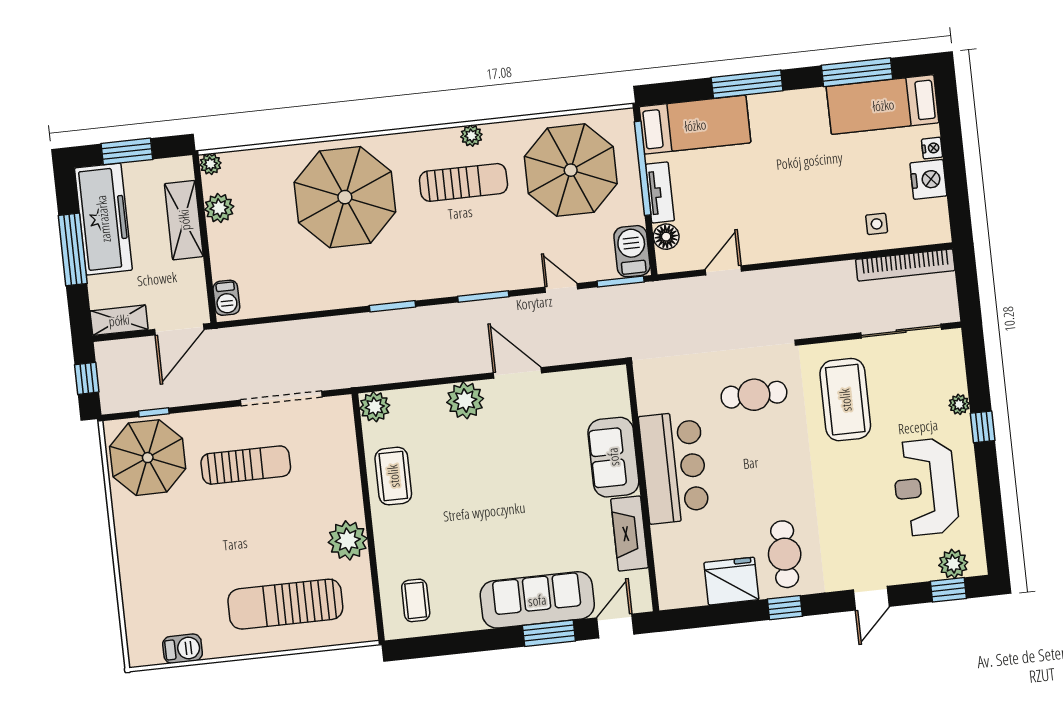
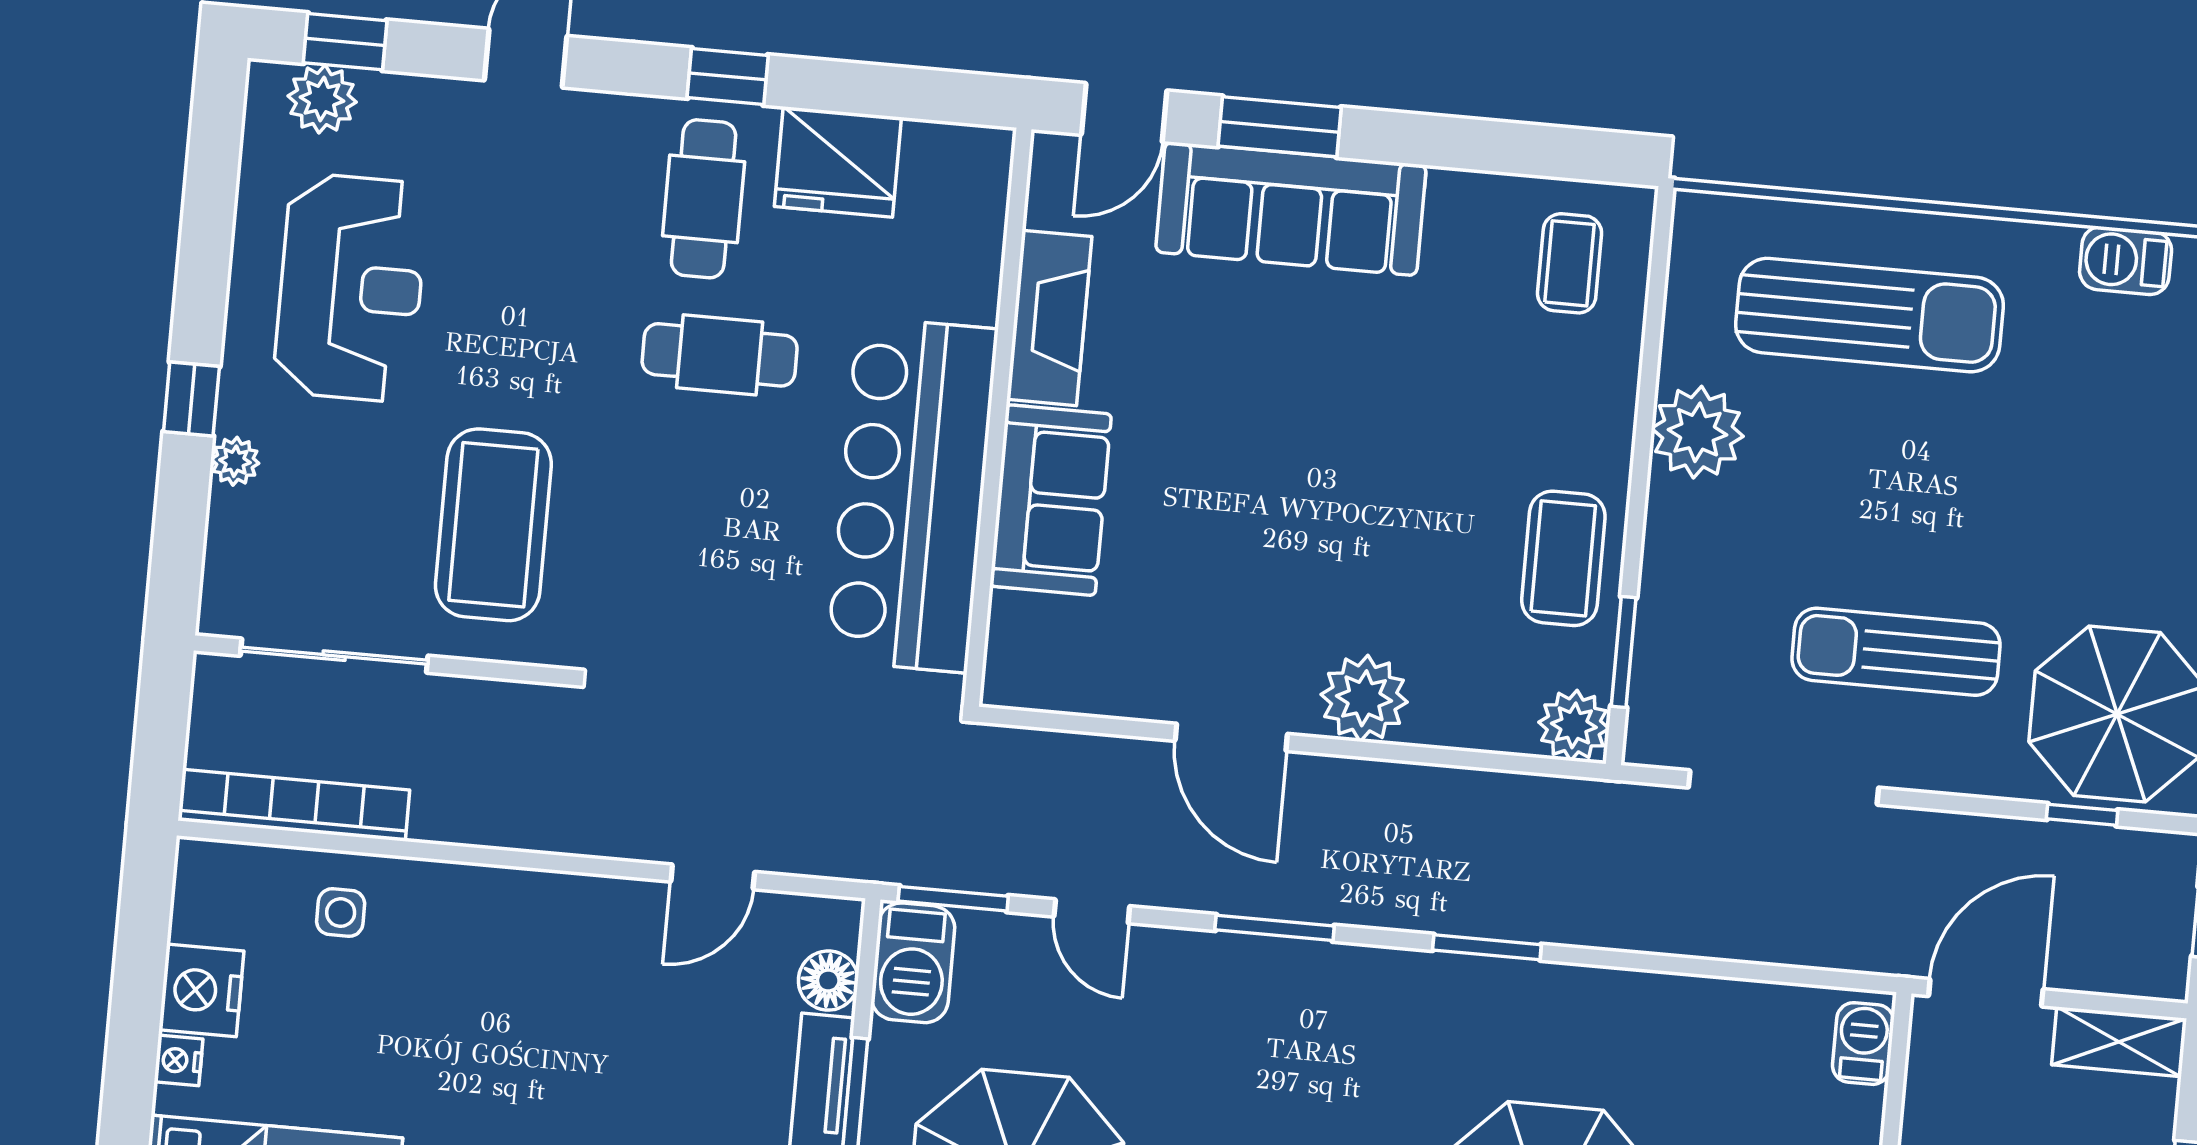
cafe table: (754, 395) -> (720, 355), moved
window: (360, 442) -> (1624, 652), added
bar counter: (674, 467) -> (912, 495), width x1.36

